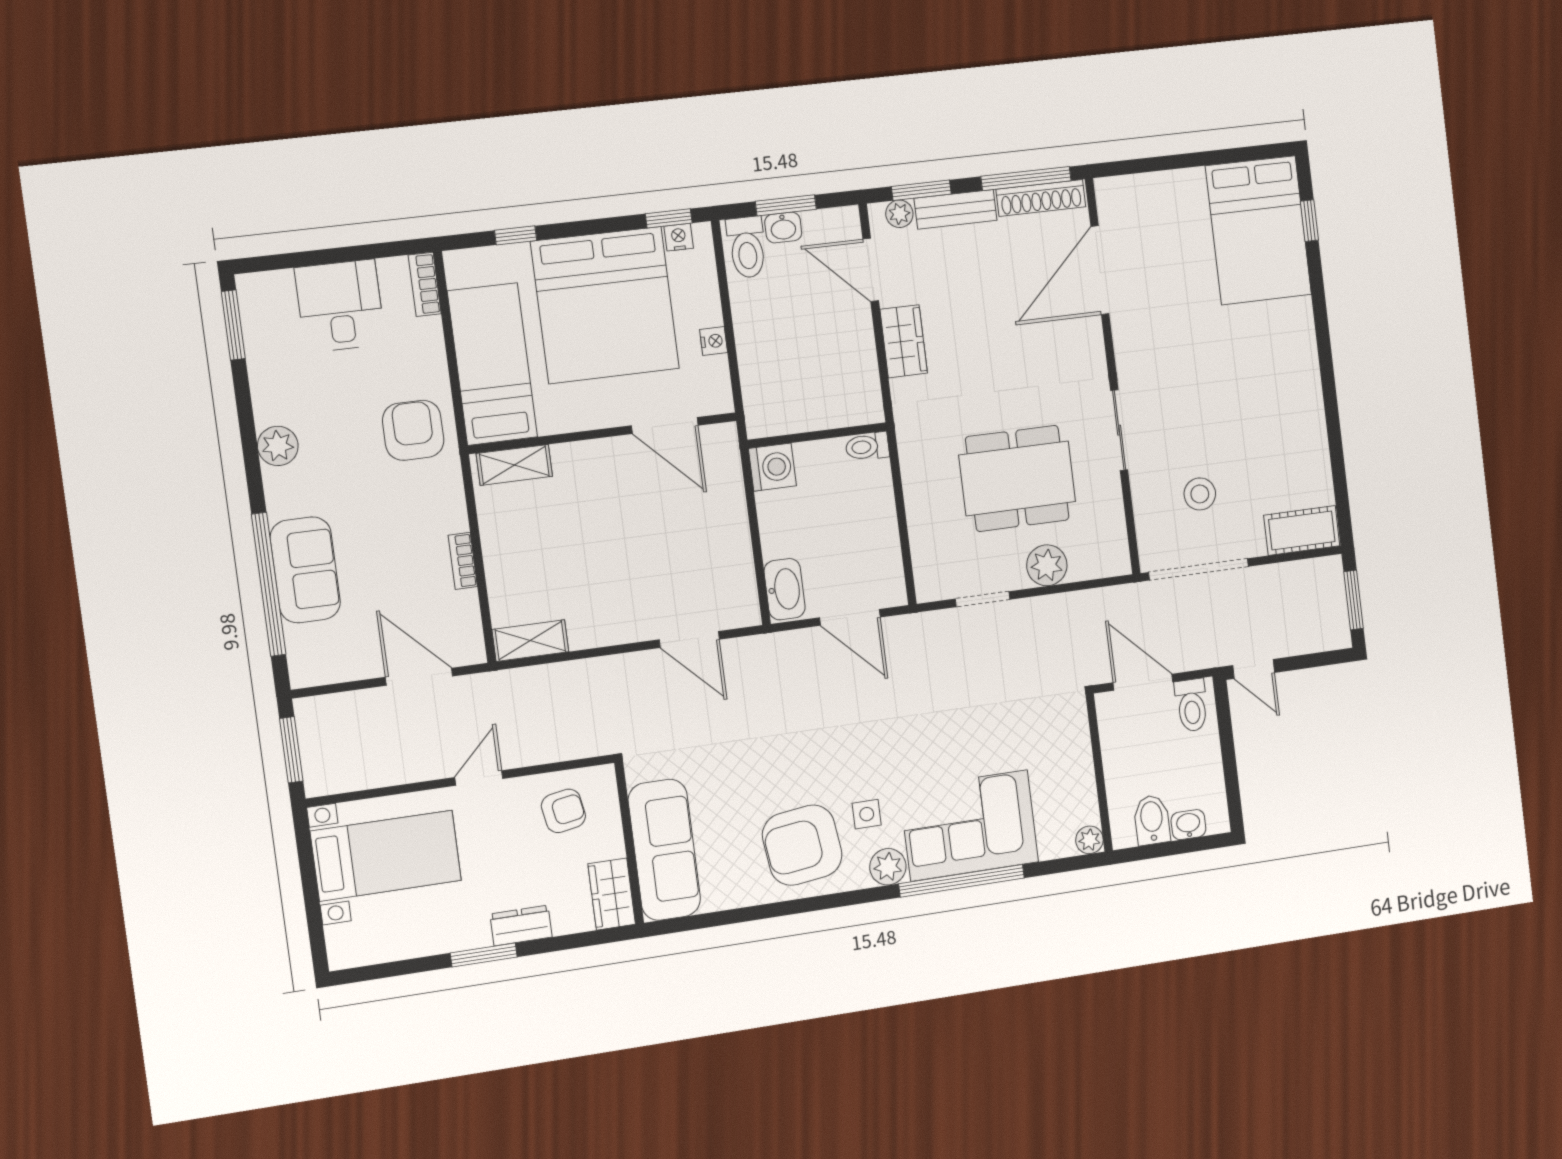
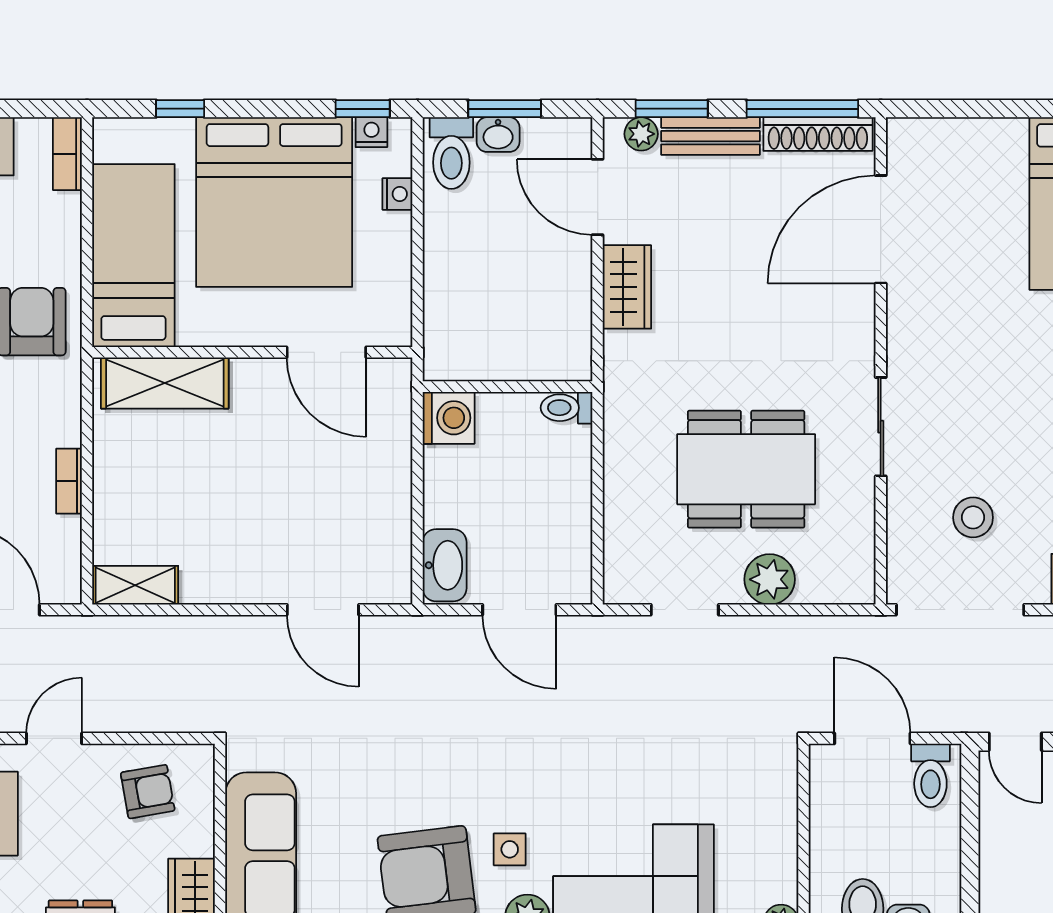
nightstand: (714, 341) -> (397, 194), moved
shelving: (514, 465) -> (165, 383), width x1.50, depth x1.33

